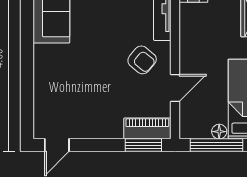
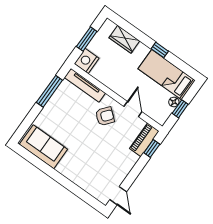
window: (143, 145) -> (152, 148), width x0.67
window: (216, 145) -> (180, 109), width x0.46

